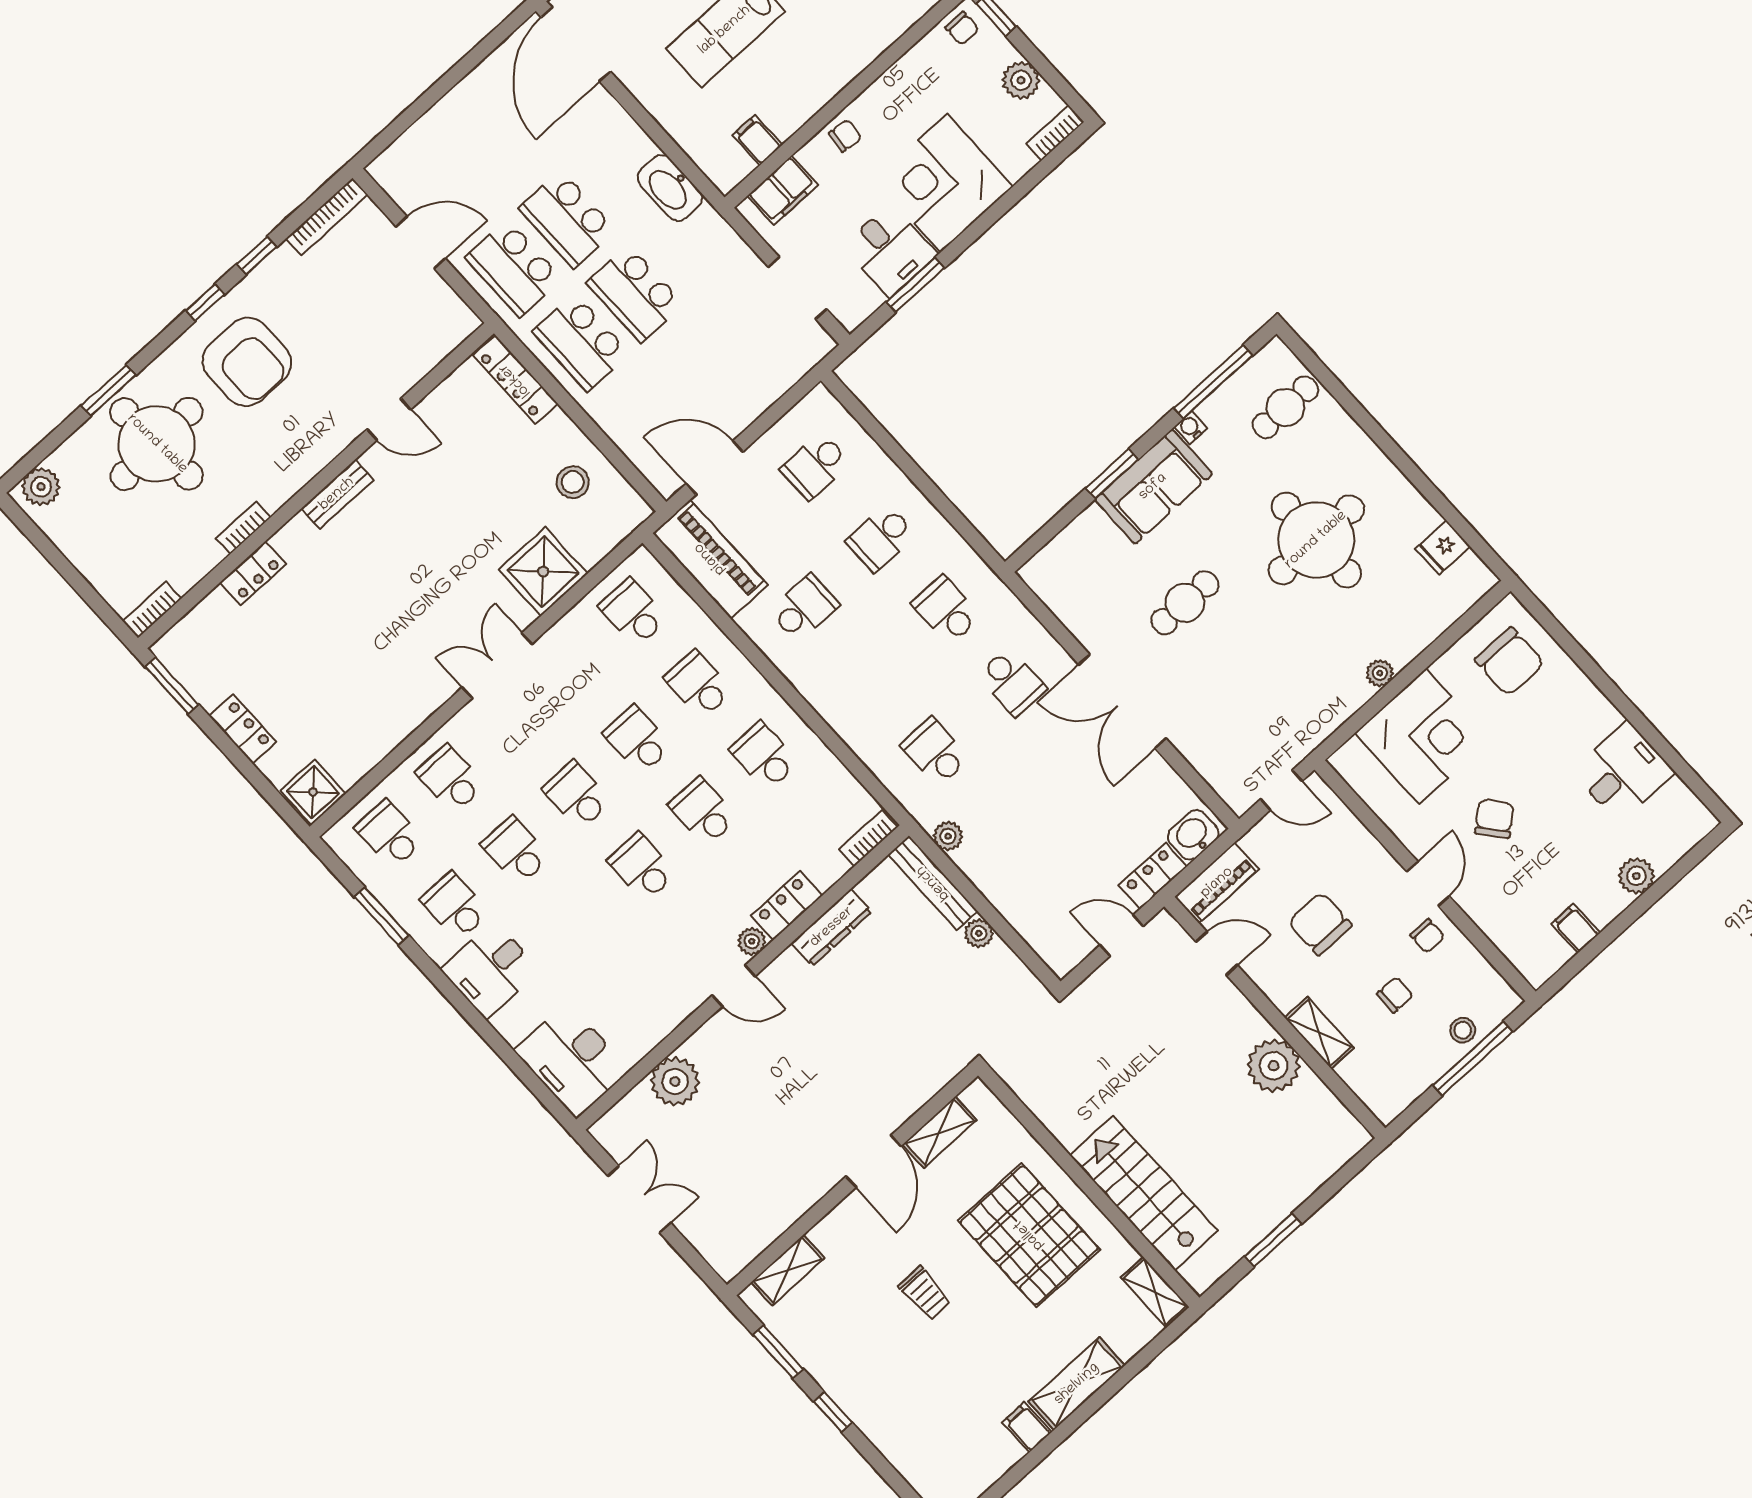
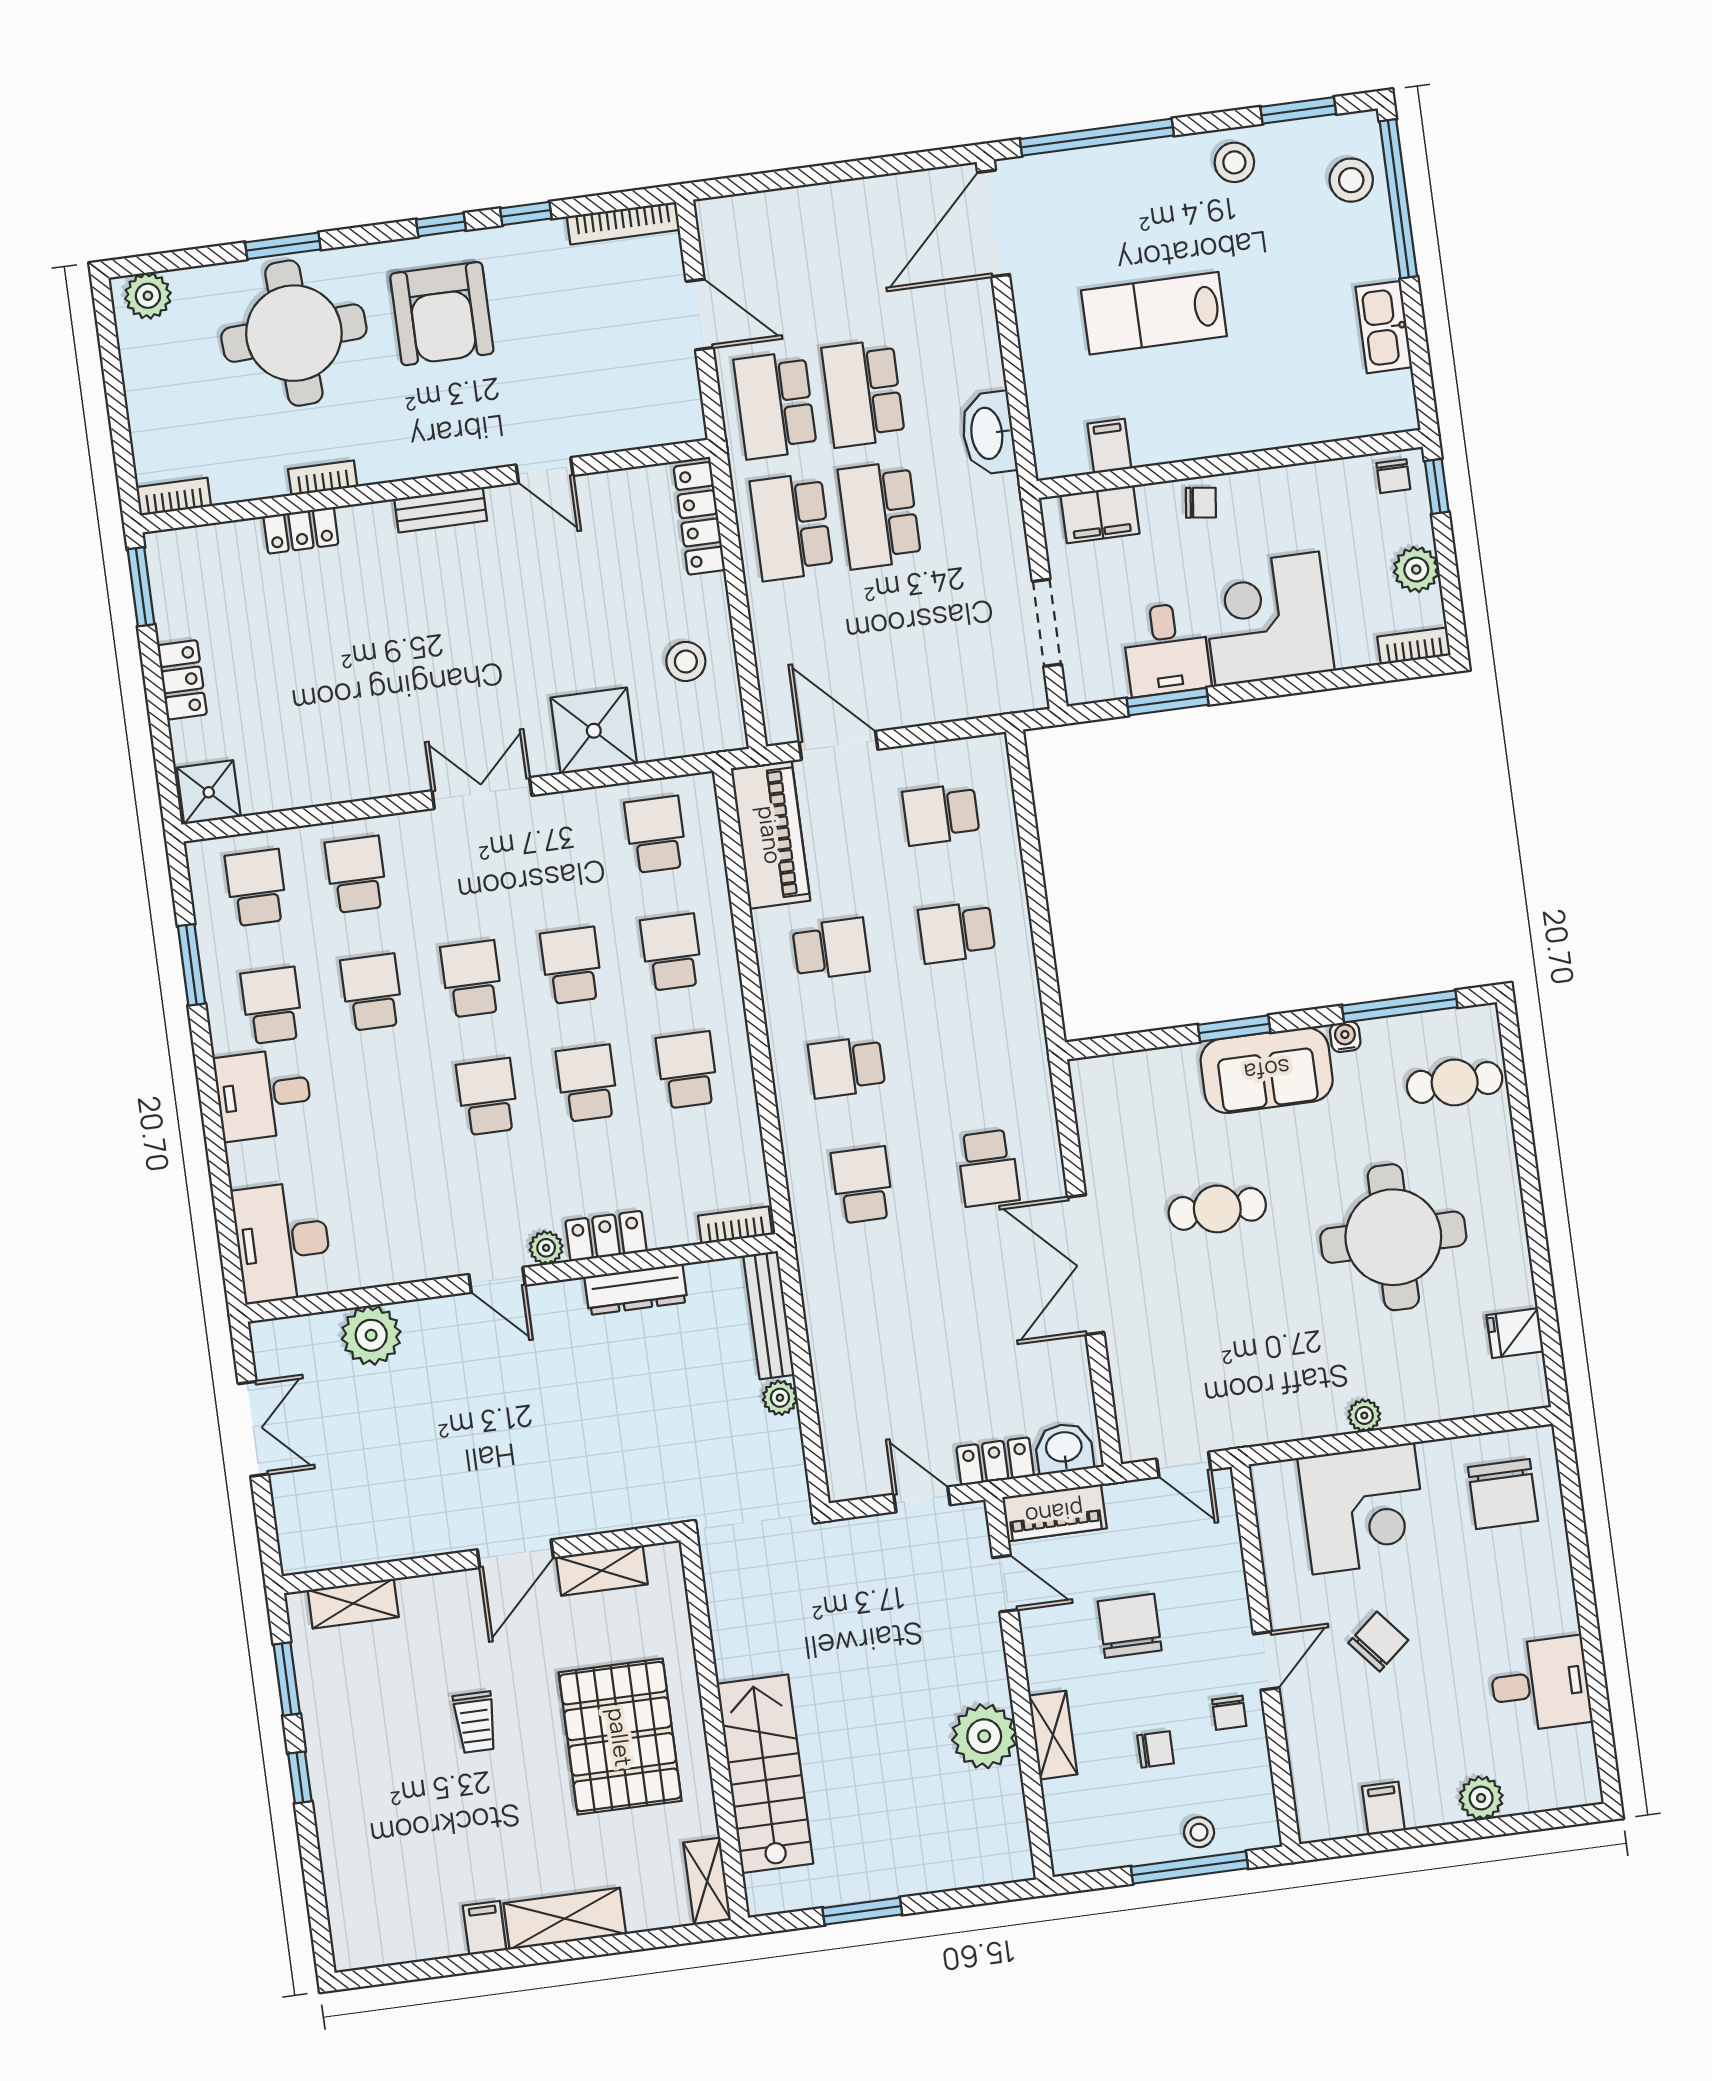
school desk: (946, 610) -> (847, 1067), moved, turned -90
plant: (948, 836) -> (817, 1279), removed

